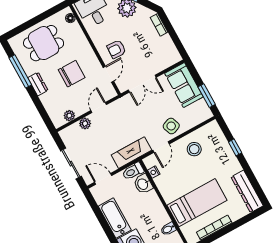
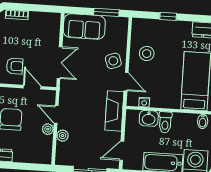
armchair: (116, 49) -> (15, 66), turned -92
plant: (69, 116) -> (48, 129), moved
toilet: (133, 171) -> (165, 122), moved

